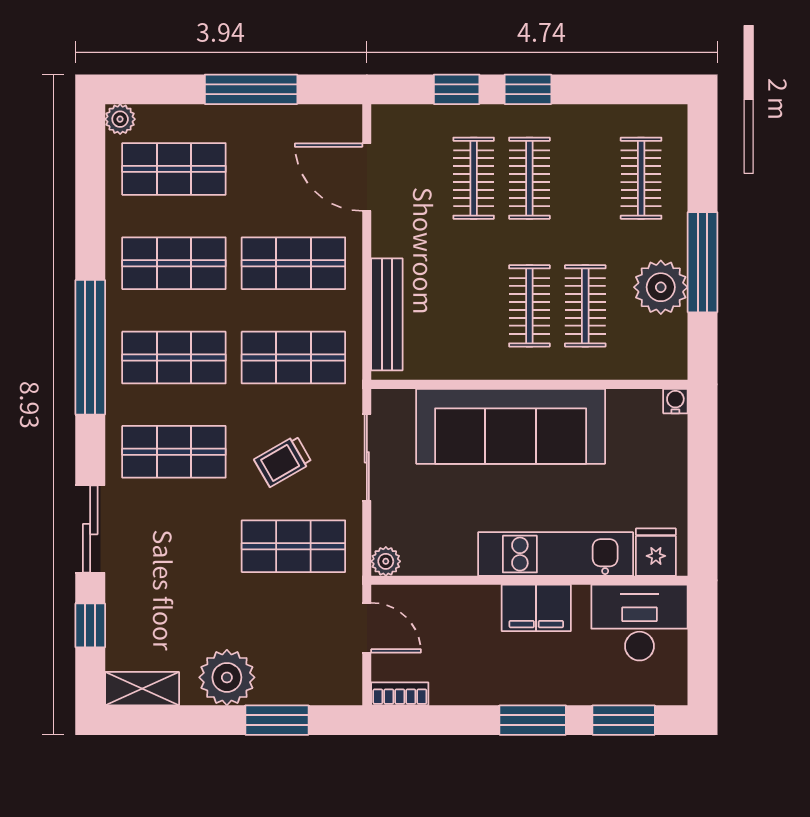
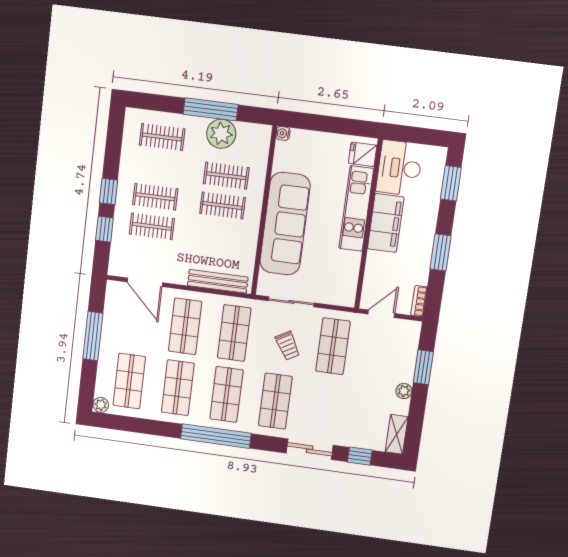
door: (367, 177) -> (145, 282), hinge flipped
plant: (386, 561) -> (348, 299), removed
filing cabinet: (536, 608) -> (386, 223), width x1.50, depth x1.17
plant: (227, 677) -> (404, 391), width x0.53, depth x0.53
window: (533, 720) -> (441, 252), moved

